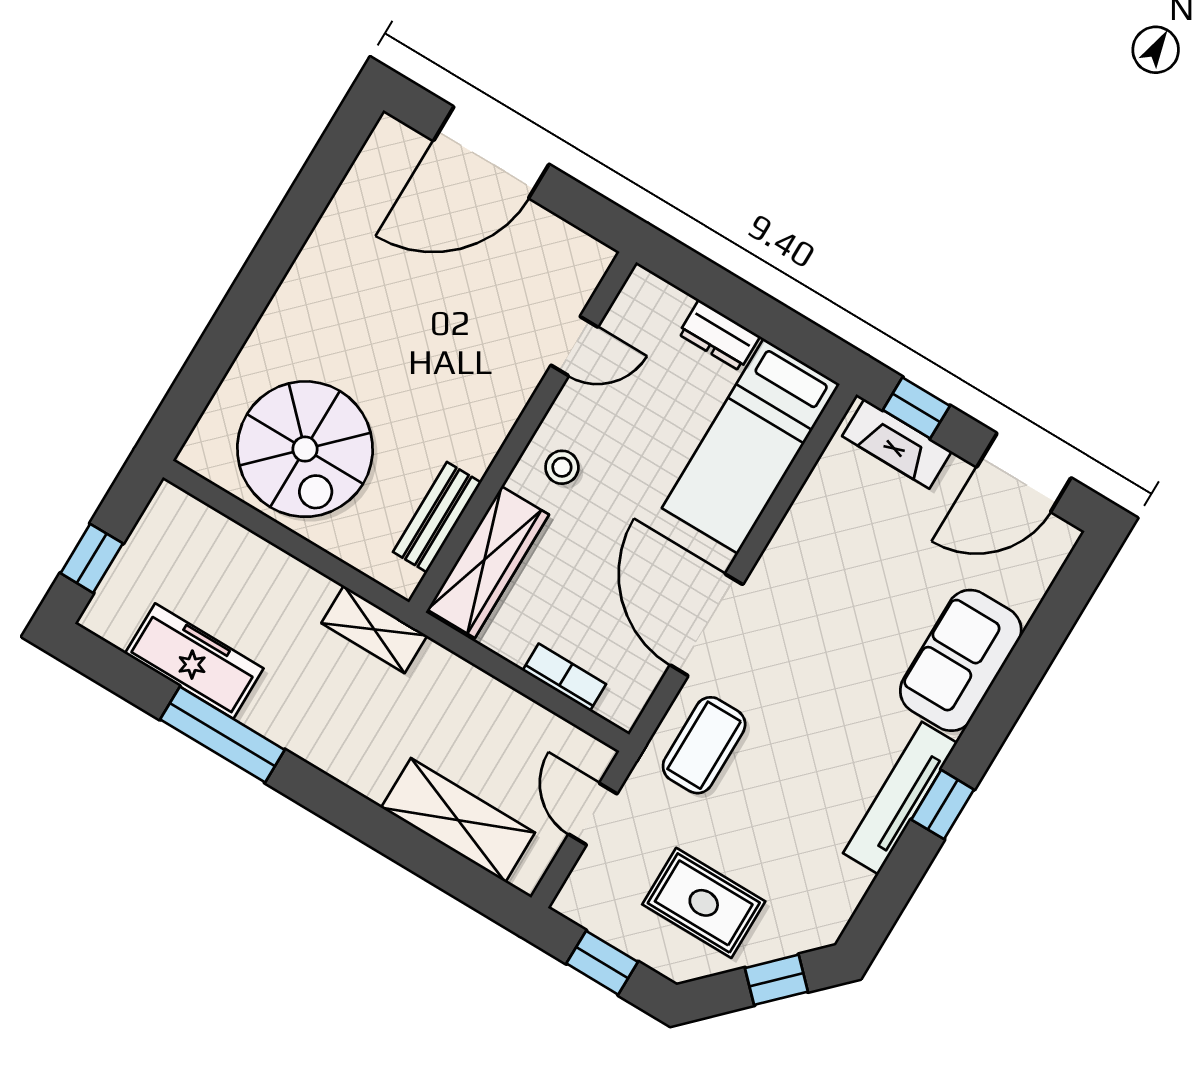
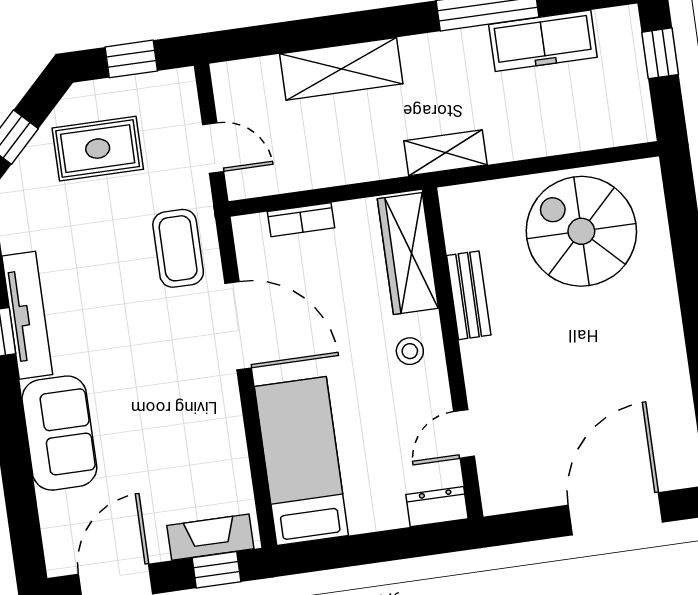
dresser: (719, 335) -> (437, 507), moved
bench: (437, 517) -> (469, 295), moved
shelving: (458, 820) -> (341, 69), moved

